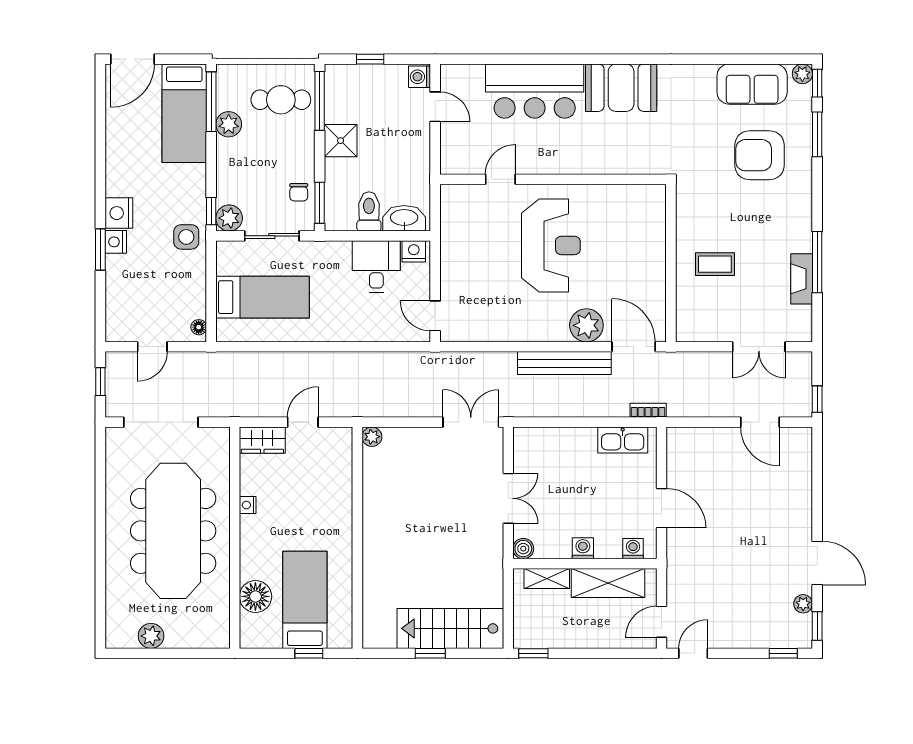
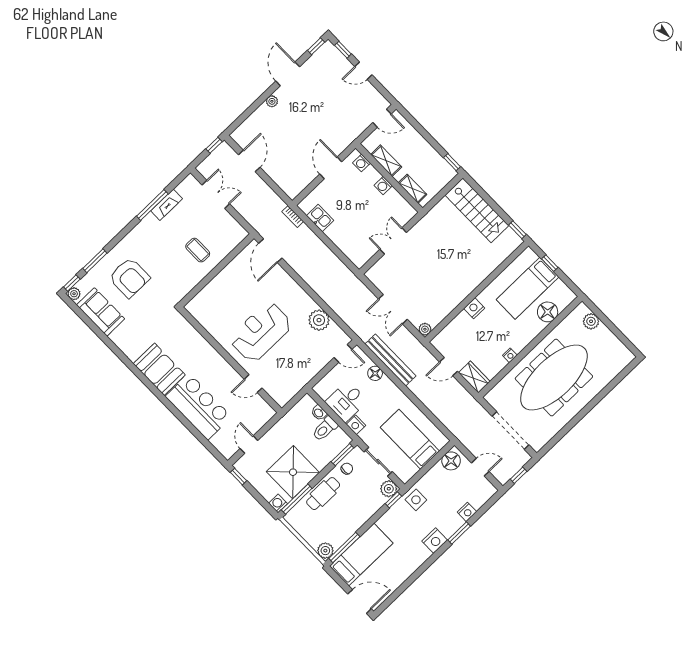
window: (370, 59) -> (238, 477), moved
washing machine: (420, 77) -> (278, 504), moved, turned 180
cafe table: (281, 100) -> (323, 494), moved, turned 90
plant: (229, 124) -> (325, 551), moved
shower: (341, 141) -> (293, 472), width x1.86, depth x1.86
washbasin: (404, 218) -> (319, 413), width x0.52, depth x0.69
nightstand: (116, 242) -> (467, 512), moved
nightstand: (414, 251) -> (356, 425), moved
door: (435, 316) -> (343, 353), hinge flipped
plant: (586, 325) -> (319, 320), moved
floor lamp: (199, 327) -> (451, 461), width x1.89, depth x1.89
floor lamp: (377, 330) -> (375, 373), added
bench: (564, 363) -> (391, 360), moved
double door: (471, 422) -> (393, 309), moved
kitchen sink: (623, 440) -> (320, 218), width x0.73
nightstand: (341, 516) -> (474, 308), added
boiler: (523, 549) -> (409, 212), removed
shelving: (608, 583) -> (386, 161), width x0.67, depth x0.75
plant: (803, 604) -> (272, 101), moved
plant: (151, 636) -> (591, 321), moved
window: (430, 653) -> (517, 230), moved
door: (693, 653) -> (363, 71), moved

